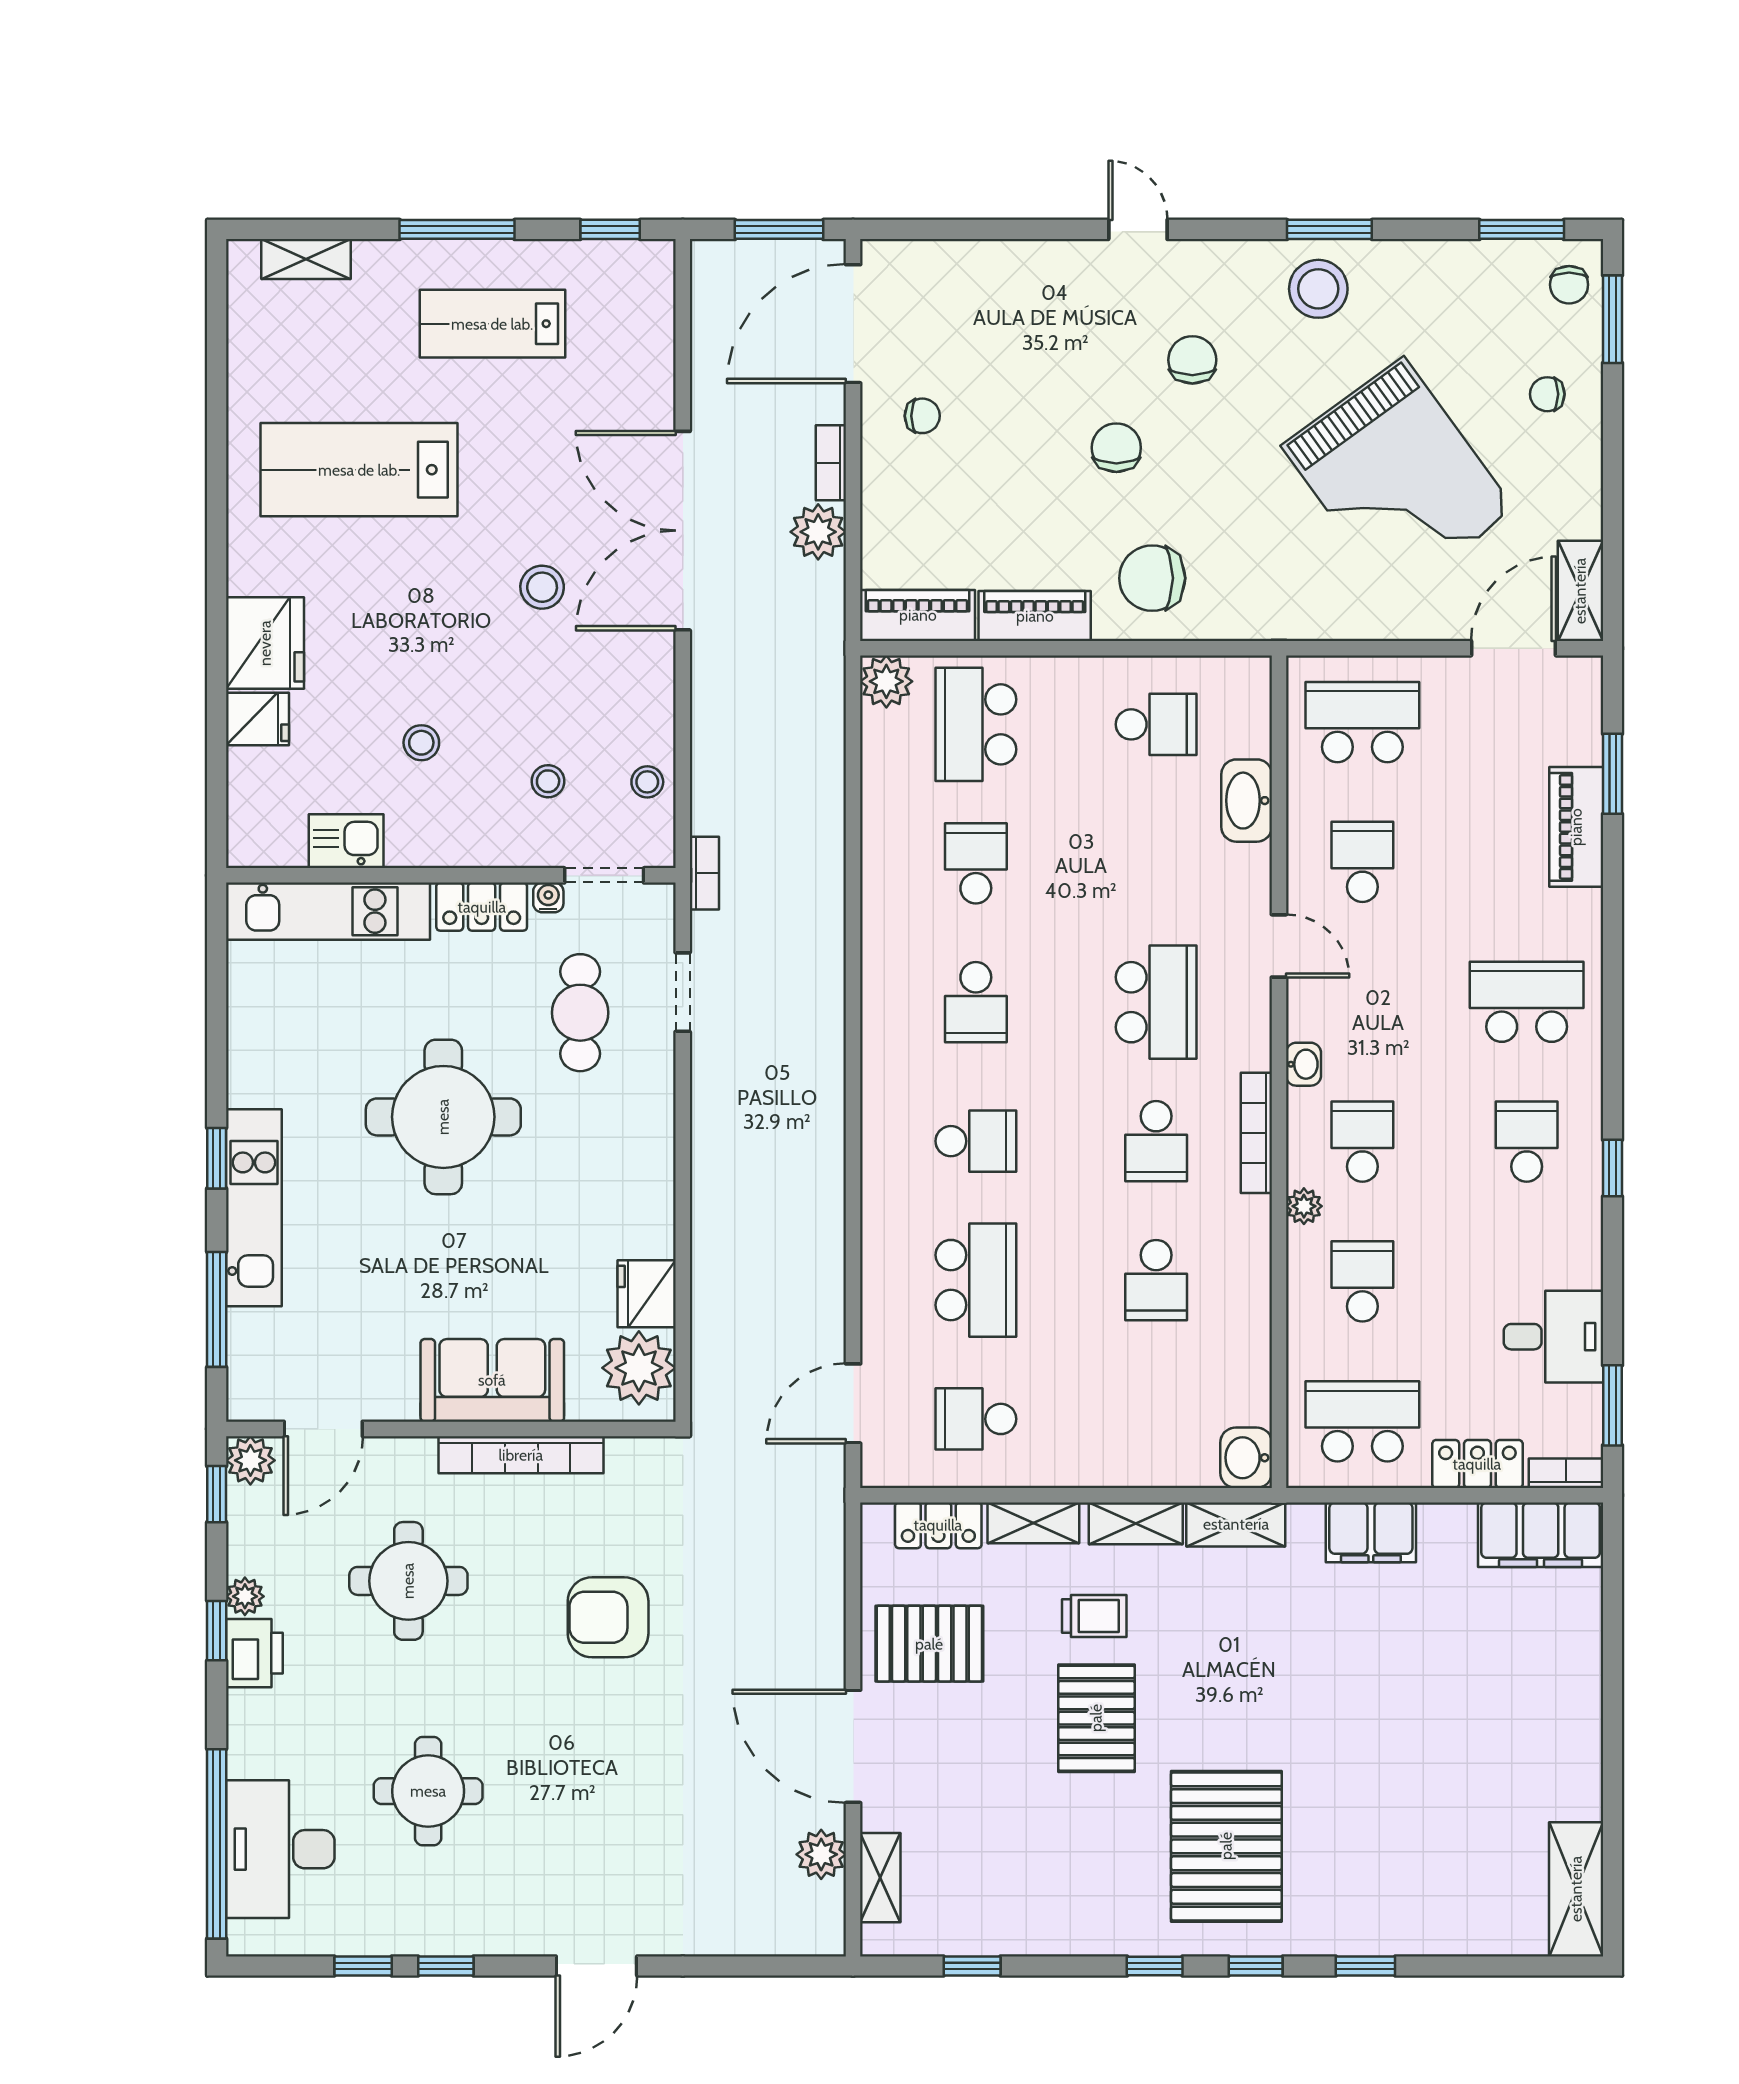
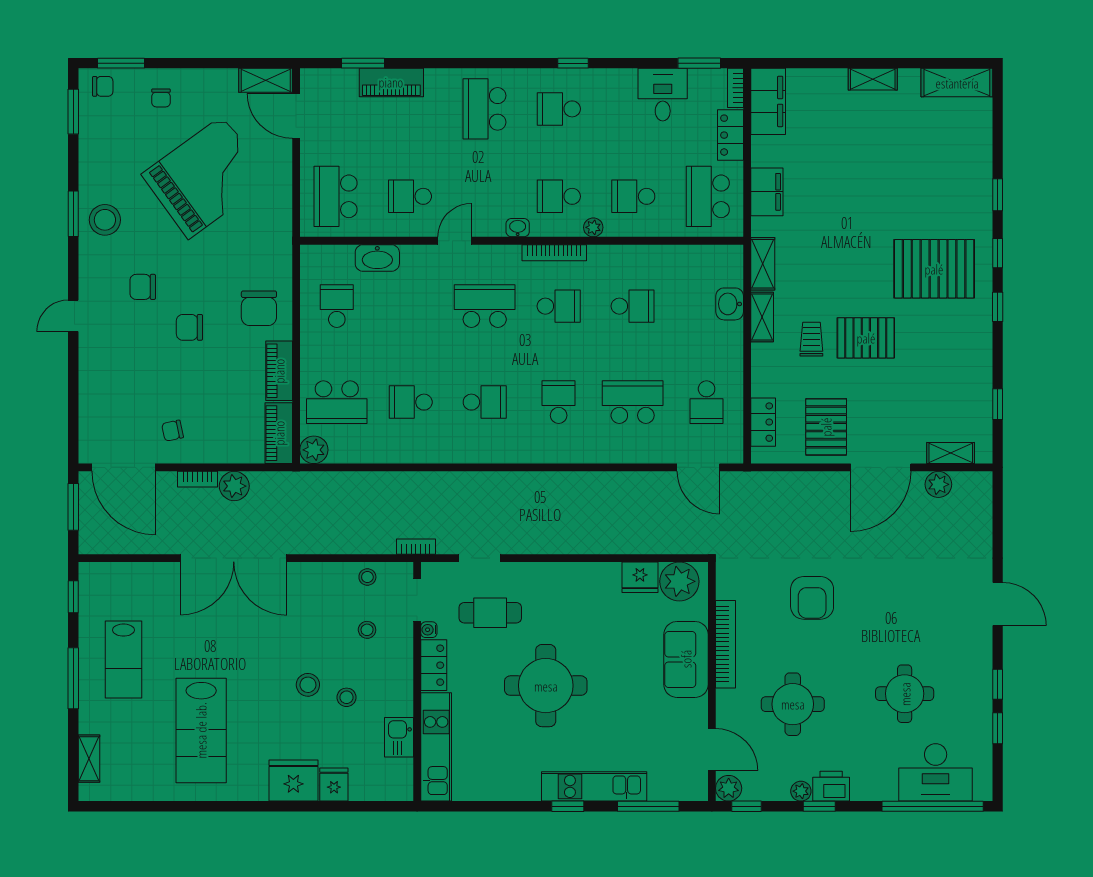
chair: (922, 416) -> (173, 431), turned -102
stool: (542, 587) -> (308, 685), moved
washbasin: (1246, 1458) -> (730, 304), moved, turned 90
shelving: (1033, 1523) -> (873, 79), moved, turned 90

